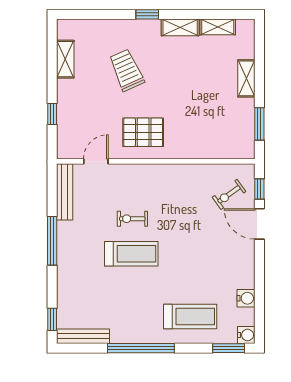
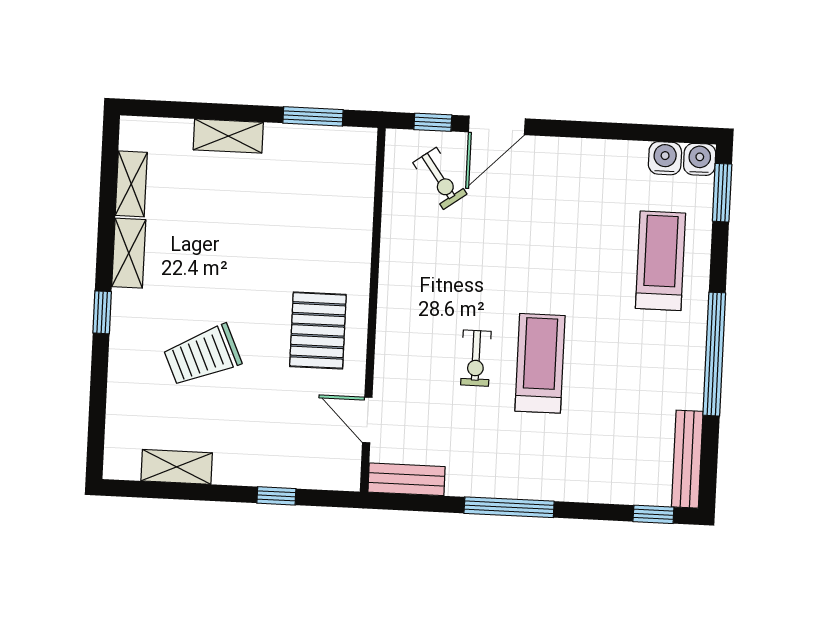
bench: (65, 192) -> (407, 479), width x0.73
water cooler: (246, 298) -> (665, 158), moved

